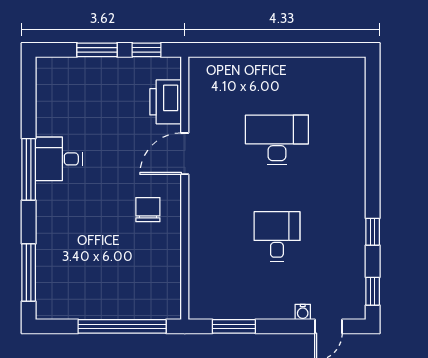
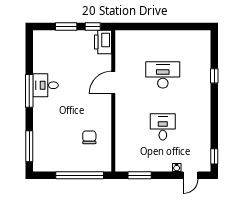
printer: (166, 102) -> (103, 42), moved
chair: (148, 210) -> (89, 137), moved
window: (373, 232) -> (214, 76), moved

